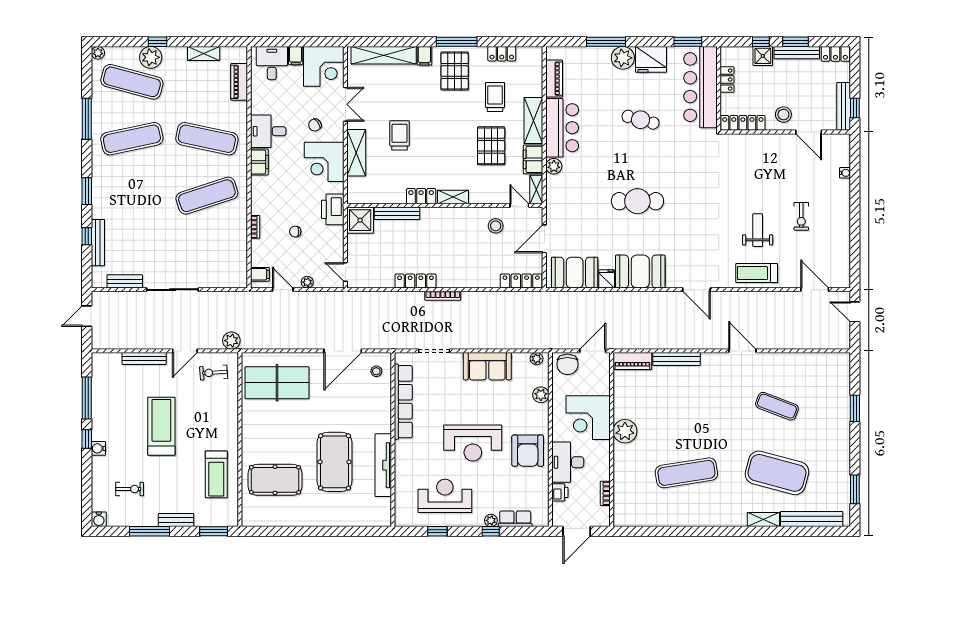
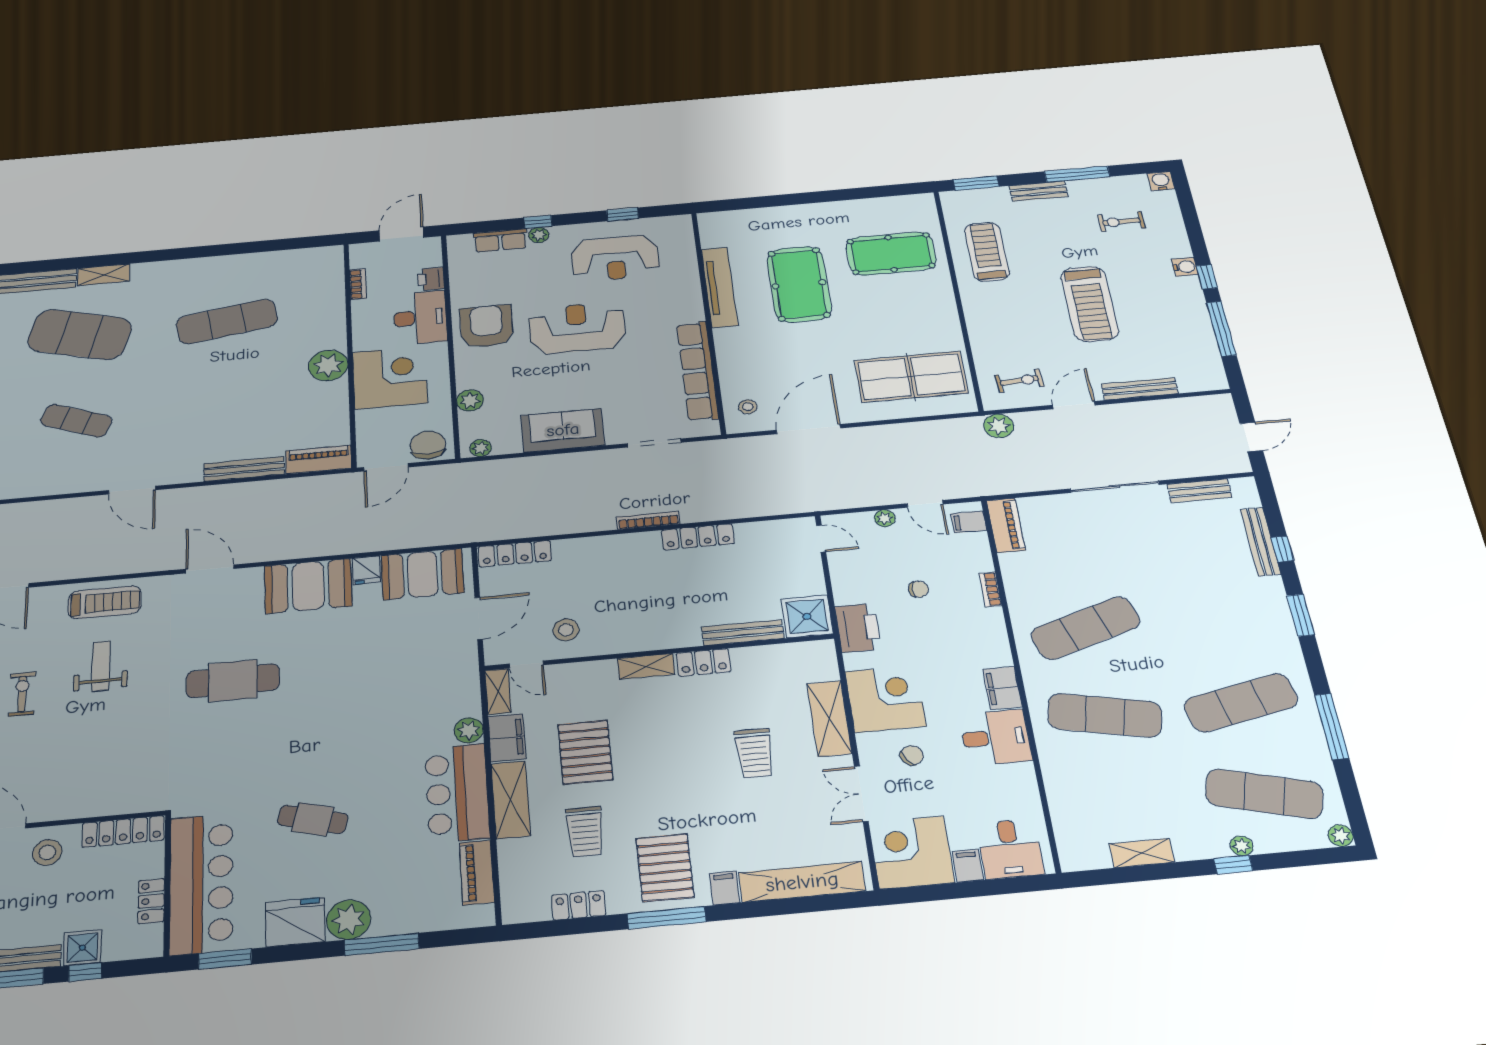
plant: (151, 57) -> (1242, 846), width x0.53, depth x0.53
piano: (239, 82) -> (1006, 525), moved
cafe table: (637, 201) -> (233, 681), moved
weight bench: (758, 230) -> (101, 666), turned 180

